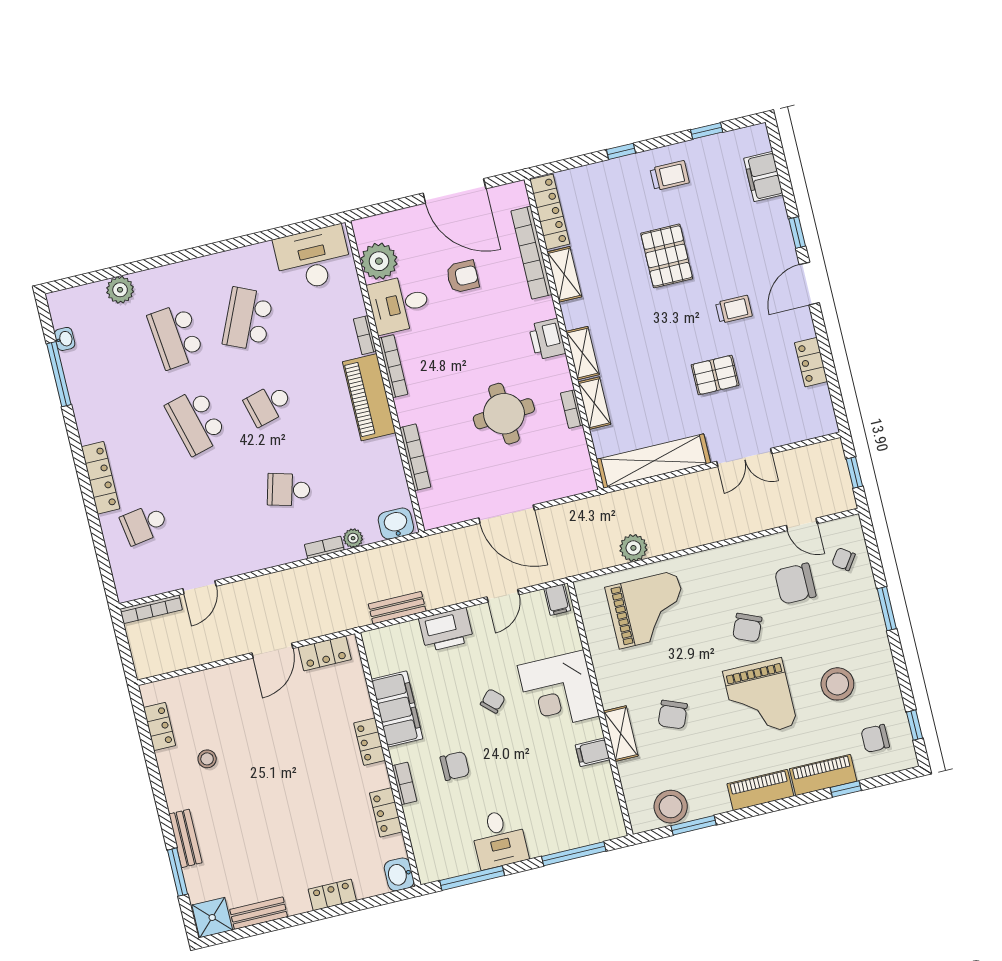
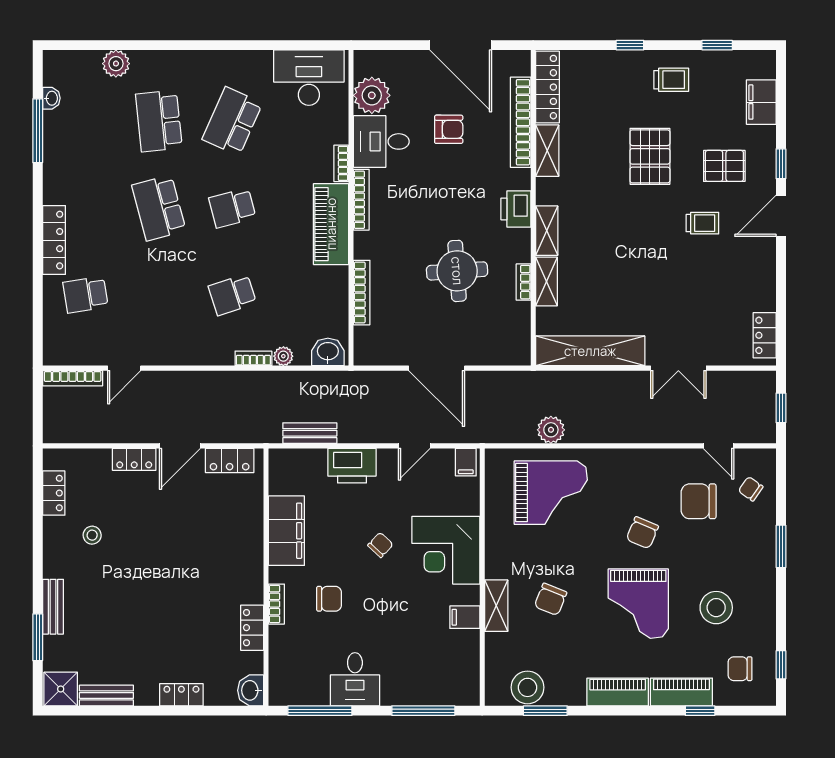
locker: (811, 362) -> (765, 335), moved
pallet: (715, 375) -> (724, 166), moved
school desk: (289, 490) -> (232, 295), turned -33
locker: (370, 742) -> (134, 459), moved, turned -90

